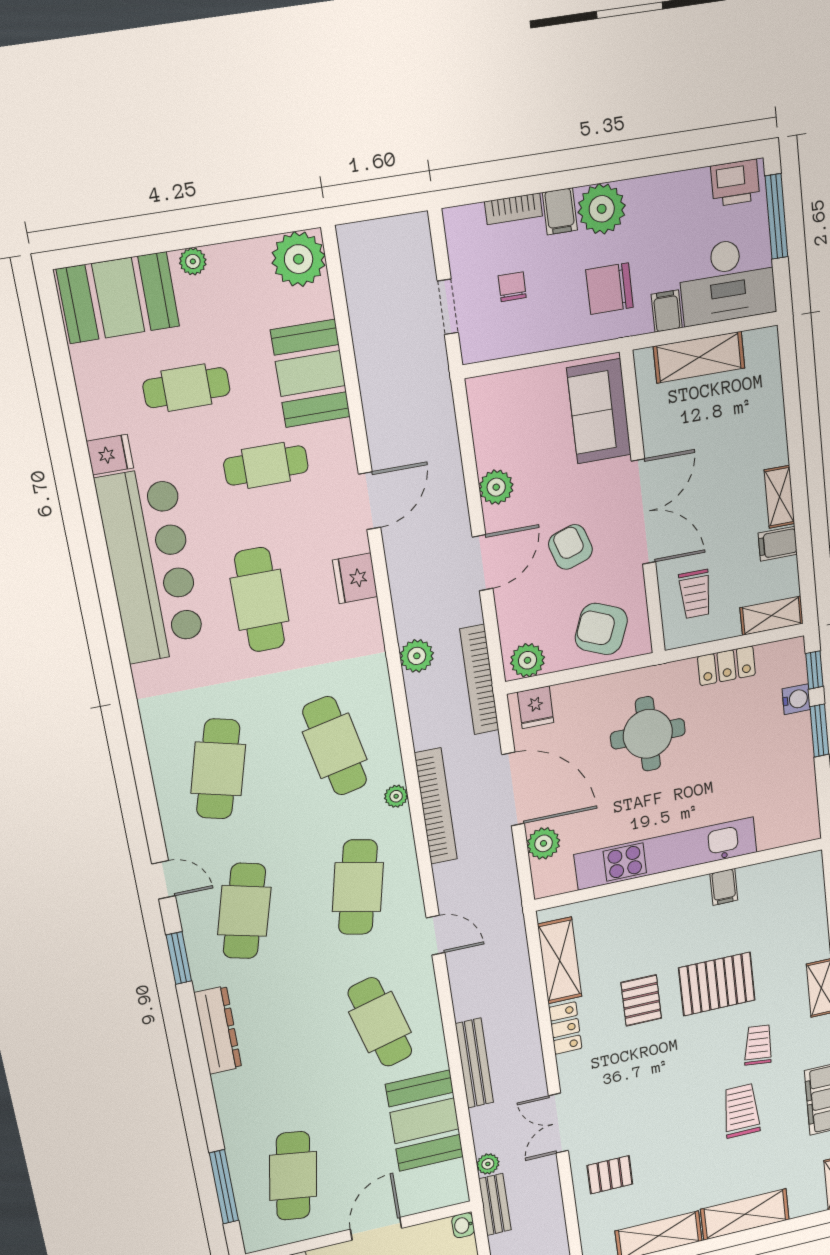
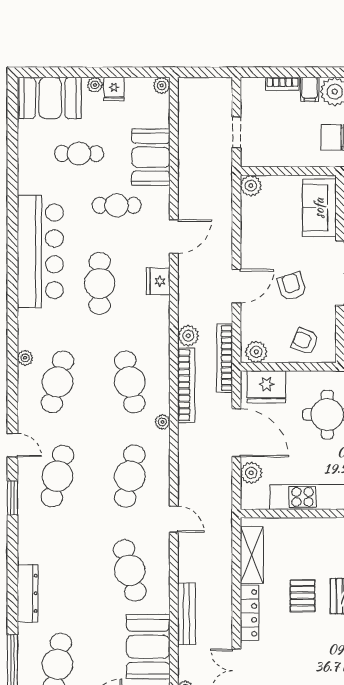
plant: (299, 259) -> (162, 85), width x0.53, depth x0.53
chair: (512, 287) -> (276, 127), removed
fridge: (110, 455) -> (114, 89), moved, turned 90
plant: (496, 487) -> (251, 186), moved
armchair: (601, 629) -> (305, 341), width x0.72, depth x0.72
fridge: (536, 707) -> (267, 387), width x1.88, depth x1.34
plant: (158, 742) -> (25, 358), added
bookcase: (436, 806) -> (186, 385), moved
locker: (565, 1028) -> (250, 613), width x1.53
dresser: (218, 1030) -> (28, 593), moved

